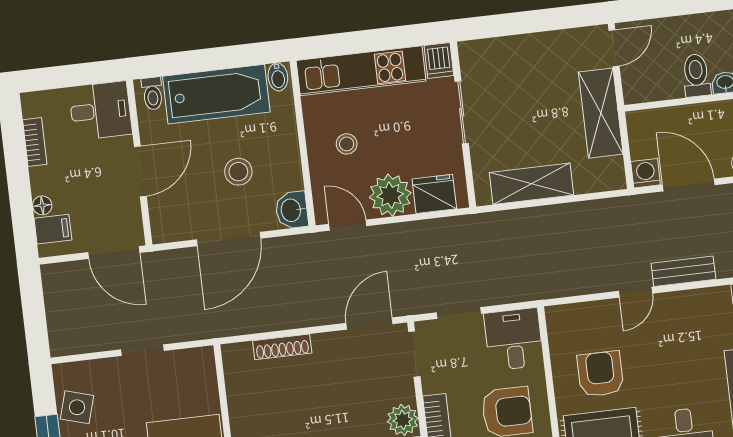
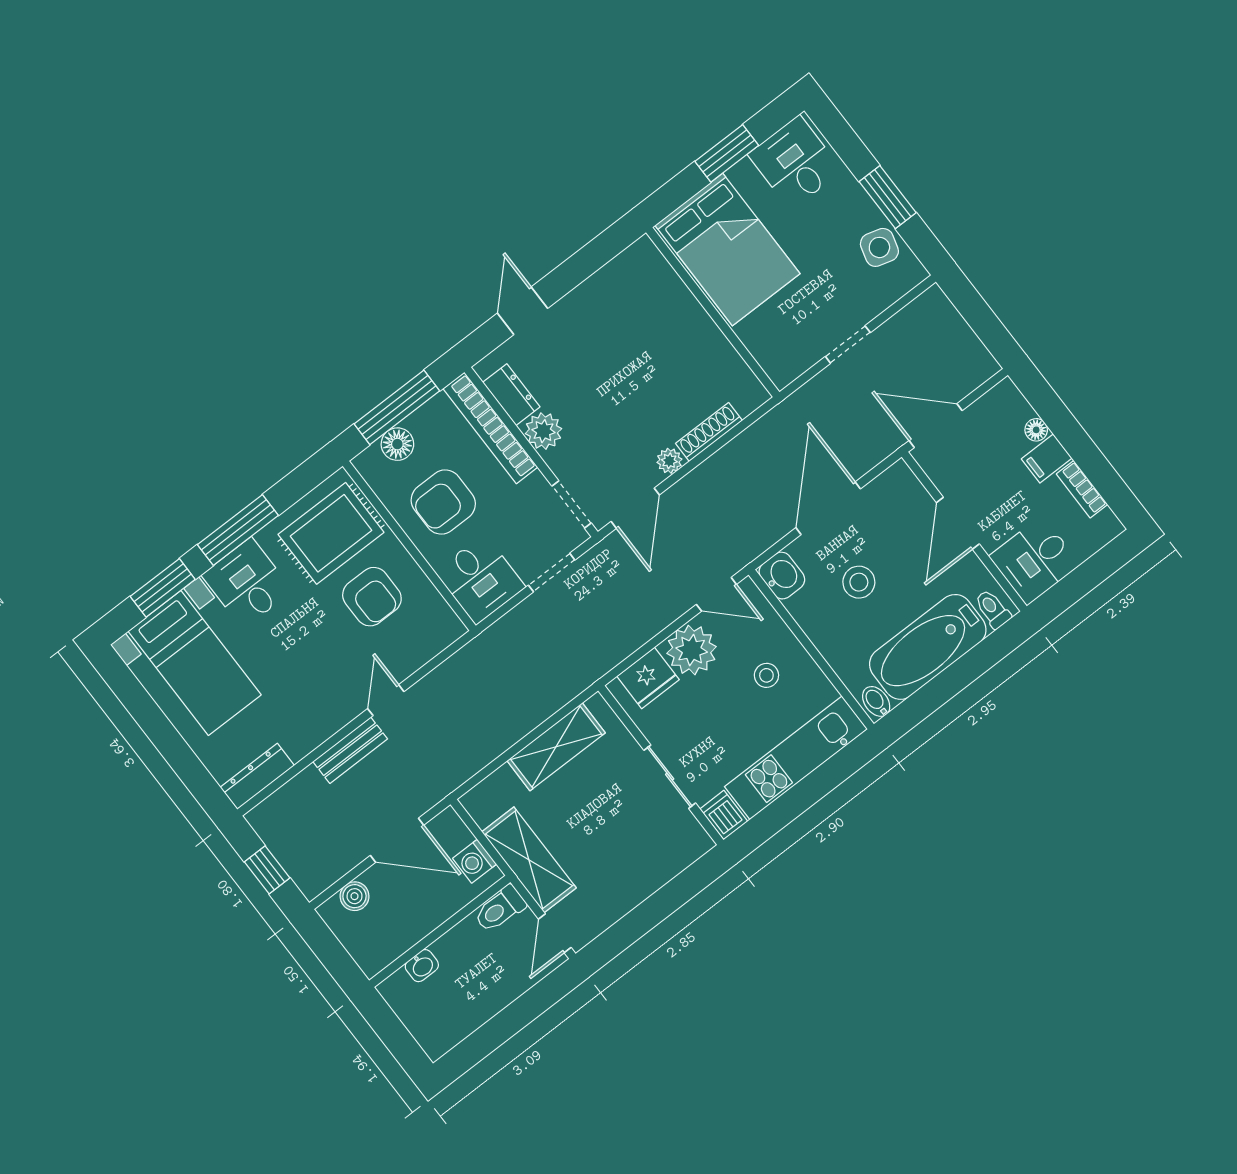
toilet: (696, 75) -> (500, 909), moved, turned 90
washing machine: (646, 173) -> (475, 861), moved, turned 90
filing cabinet: (53, 229) -> (1047, 459), moved
plant: (324, 343) -> (669, 461), added

